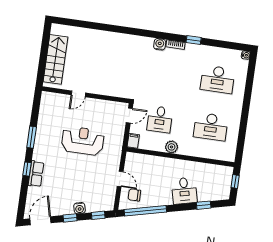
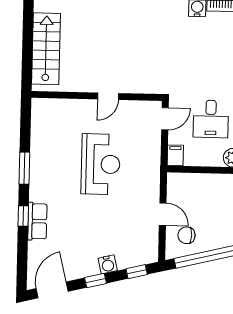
door: (78, 94) -> (108, 96), moved
reception desk: (83, 141) -> (101, 164), turned 90

